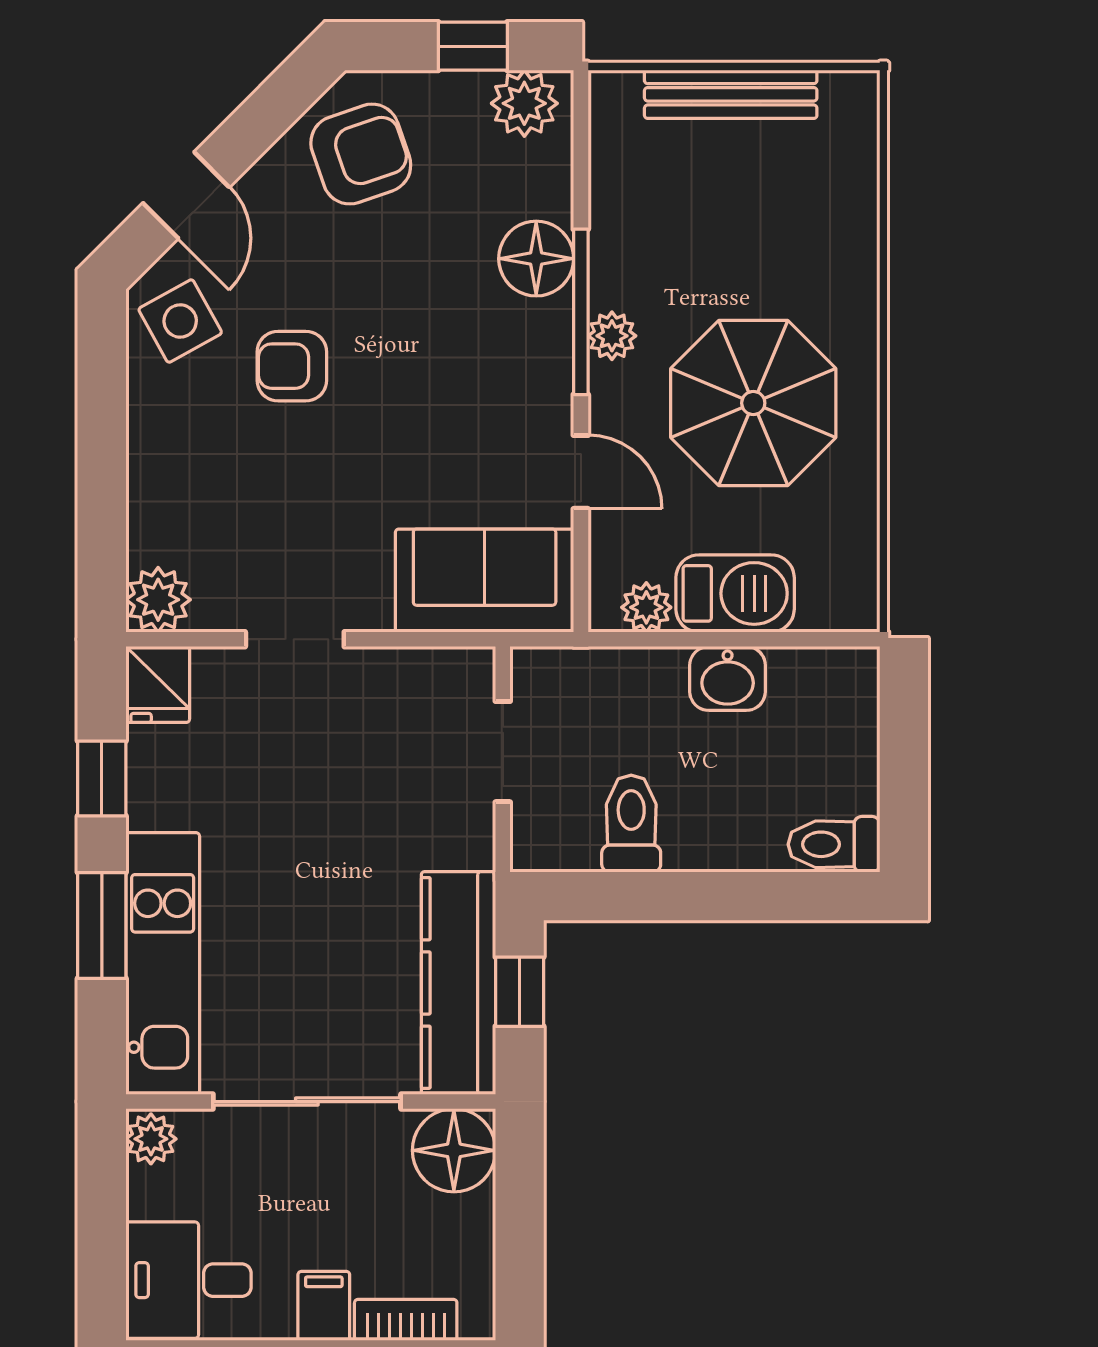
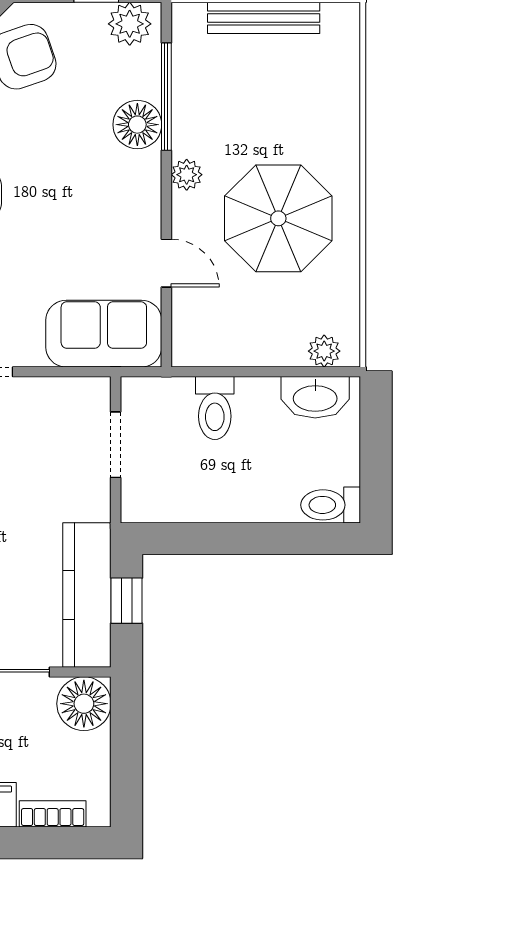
window: (581, 312) -> (166, 97), moved
barbecue: (735, 593) -> (267, 342), removed
plant: (646, 607) -> (324, 351), moved
washbasin: (728, 678) -> (315, 397), moved, width x1.38
toilet: (631, 824) -> (215, 408), moved, turned 180

